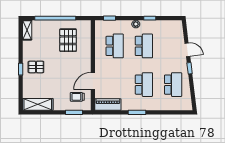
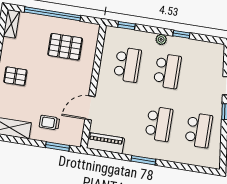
pallet: (68, 40) -> (65, 47), turned 90
trolley: (77, 97) -> (49, 123), moved

